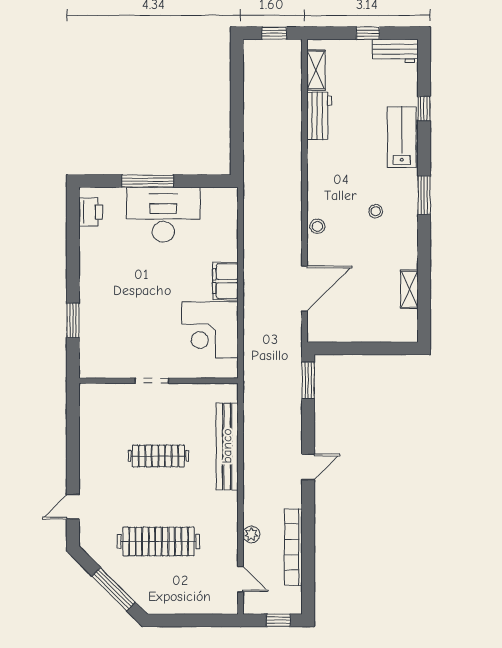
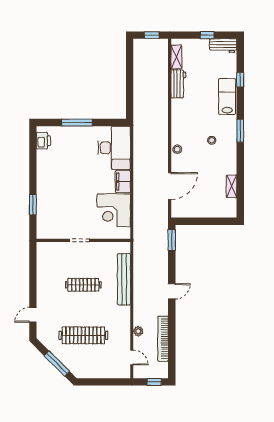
desk: (163, 215) -> (114, 148), moved, turned 90

